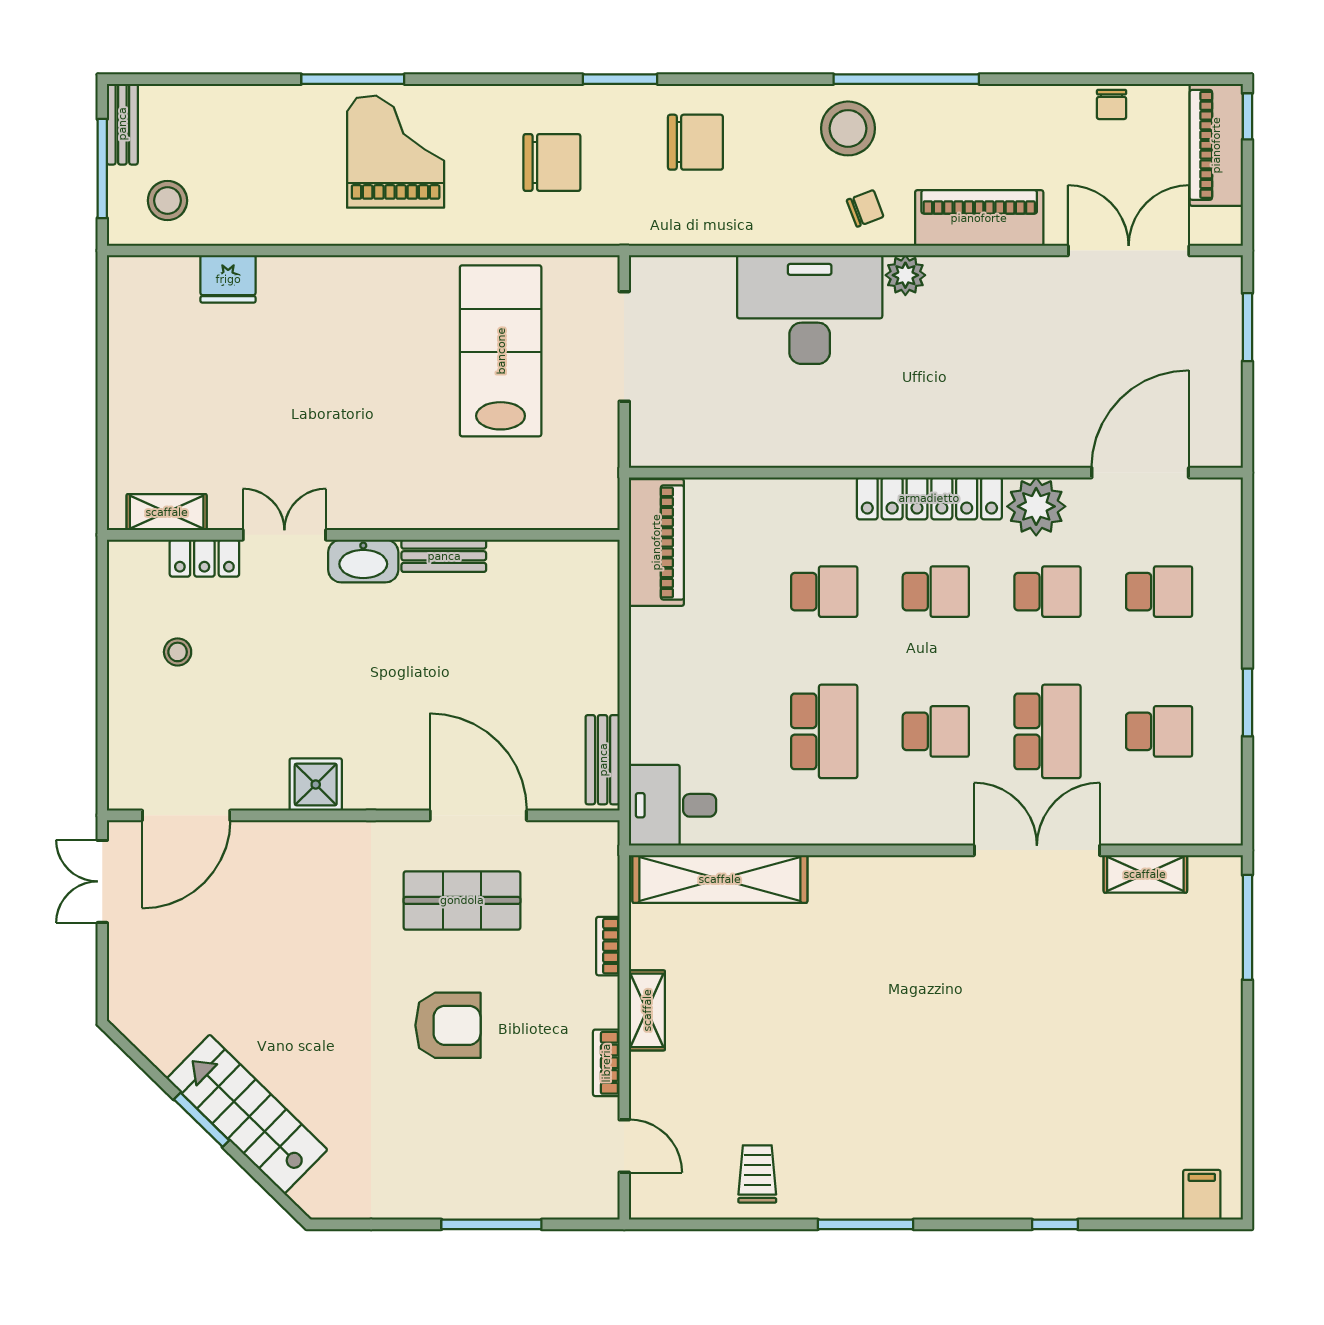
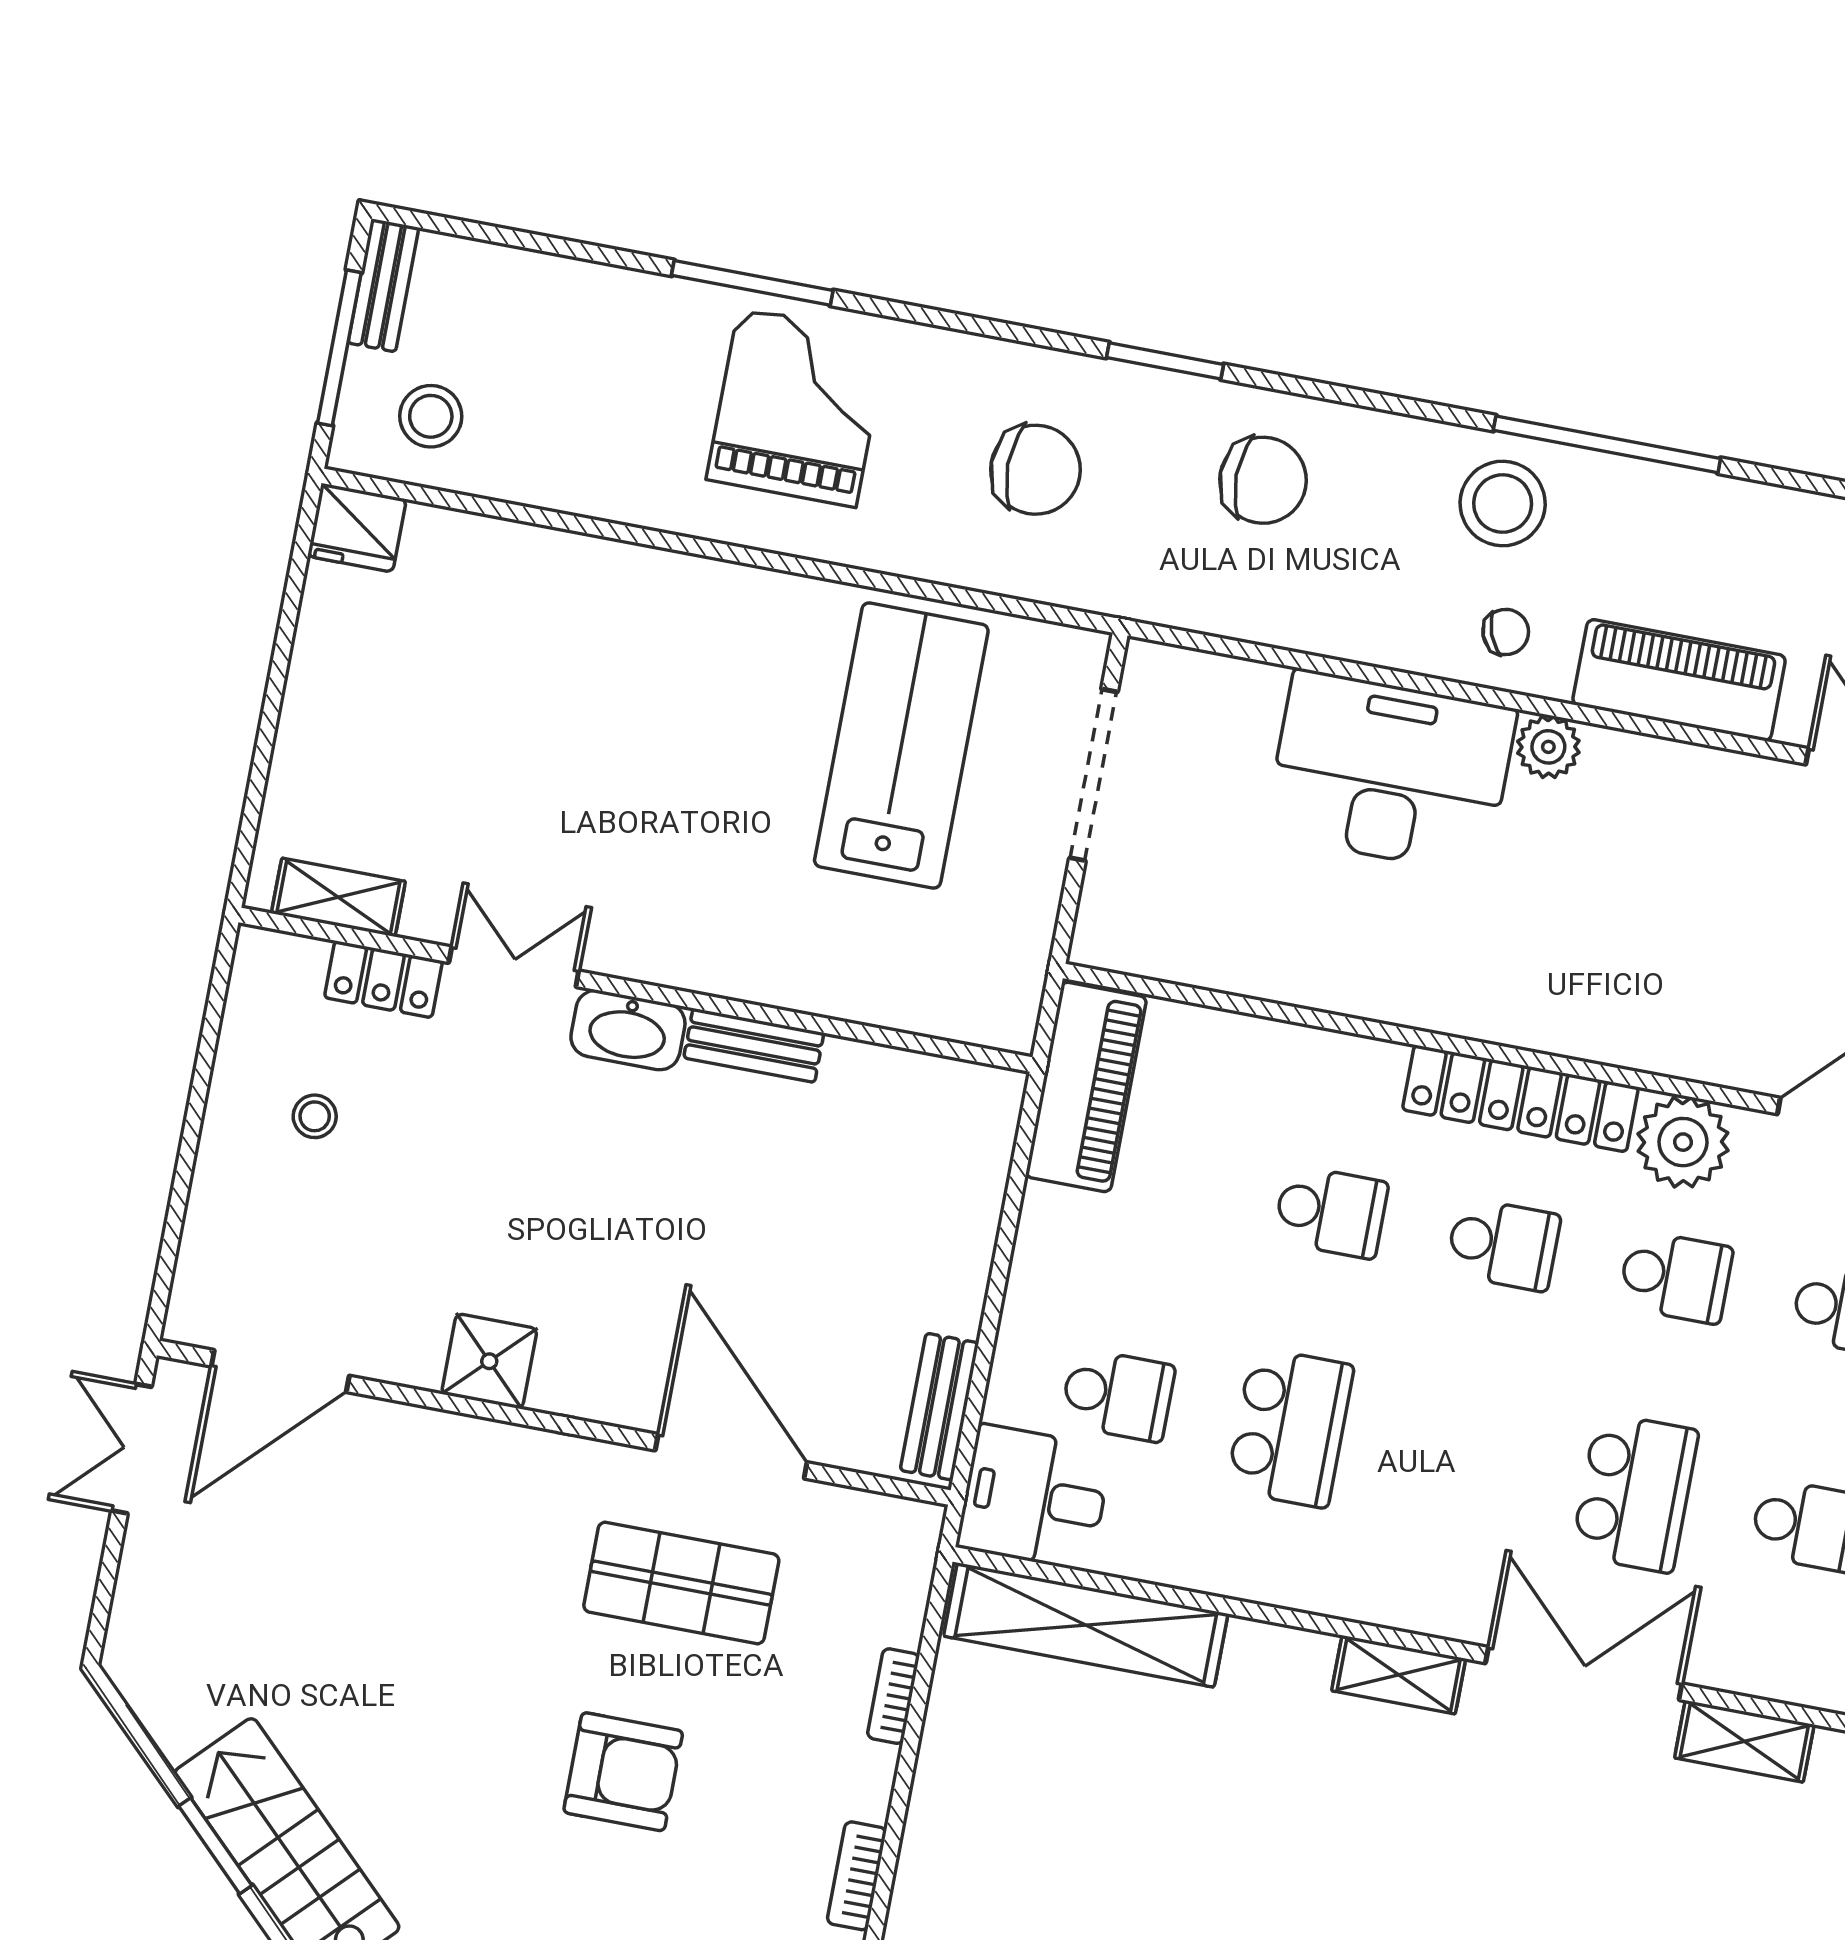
fridge: (228, 279) -> (357, 528), moved
school desk: (936, 731) -> (1118, 1395), moved
shelving: (647, 1010) -> (1399, 1675), moved, turned 90

